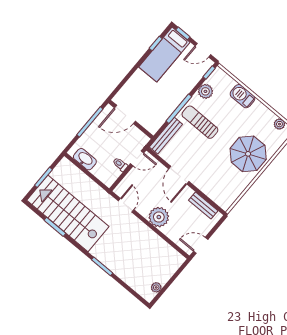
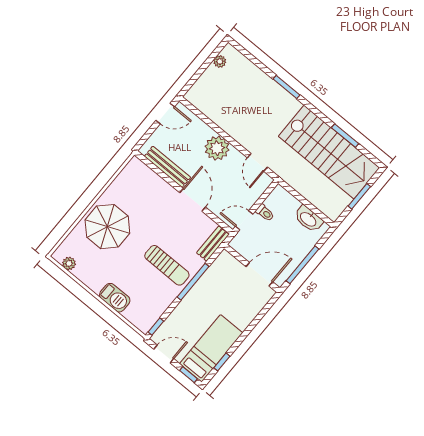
plant: (205, 91) -> (160, 303), removed
bench: (166, 136) -> (213, 244), width x0.73
bench: (203, 206) -> (167, 167), width x1.36

